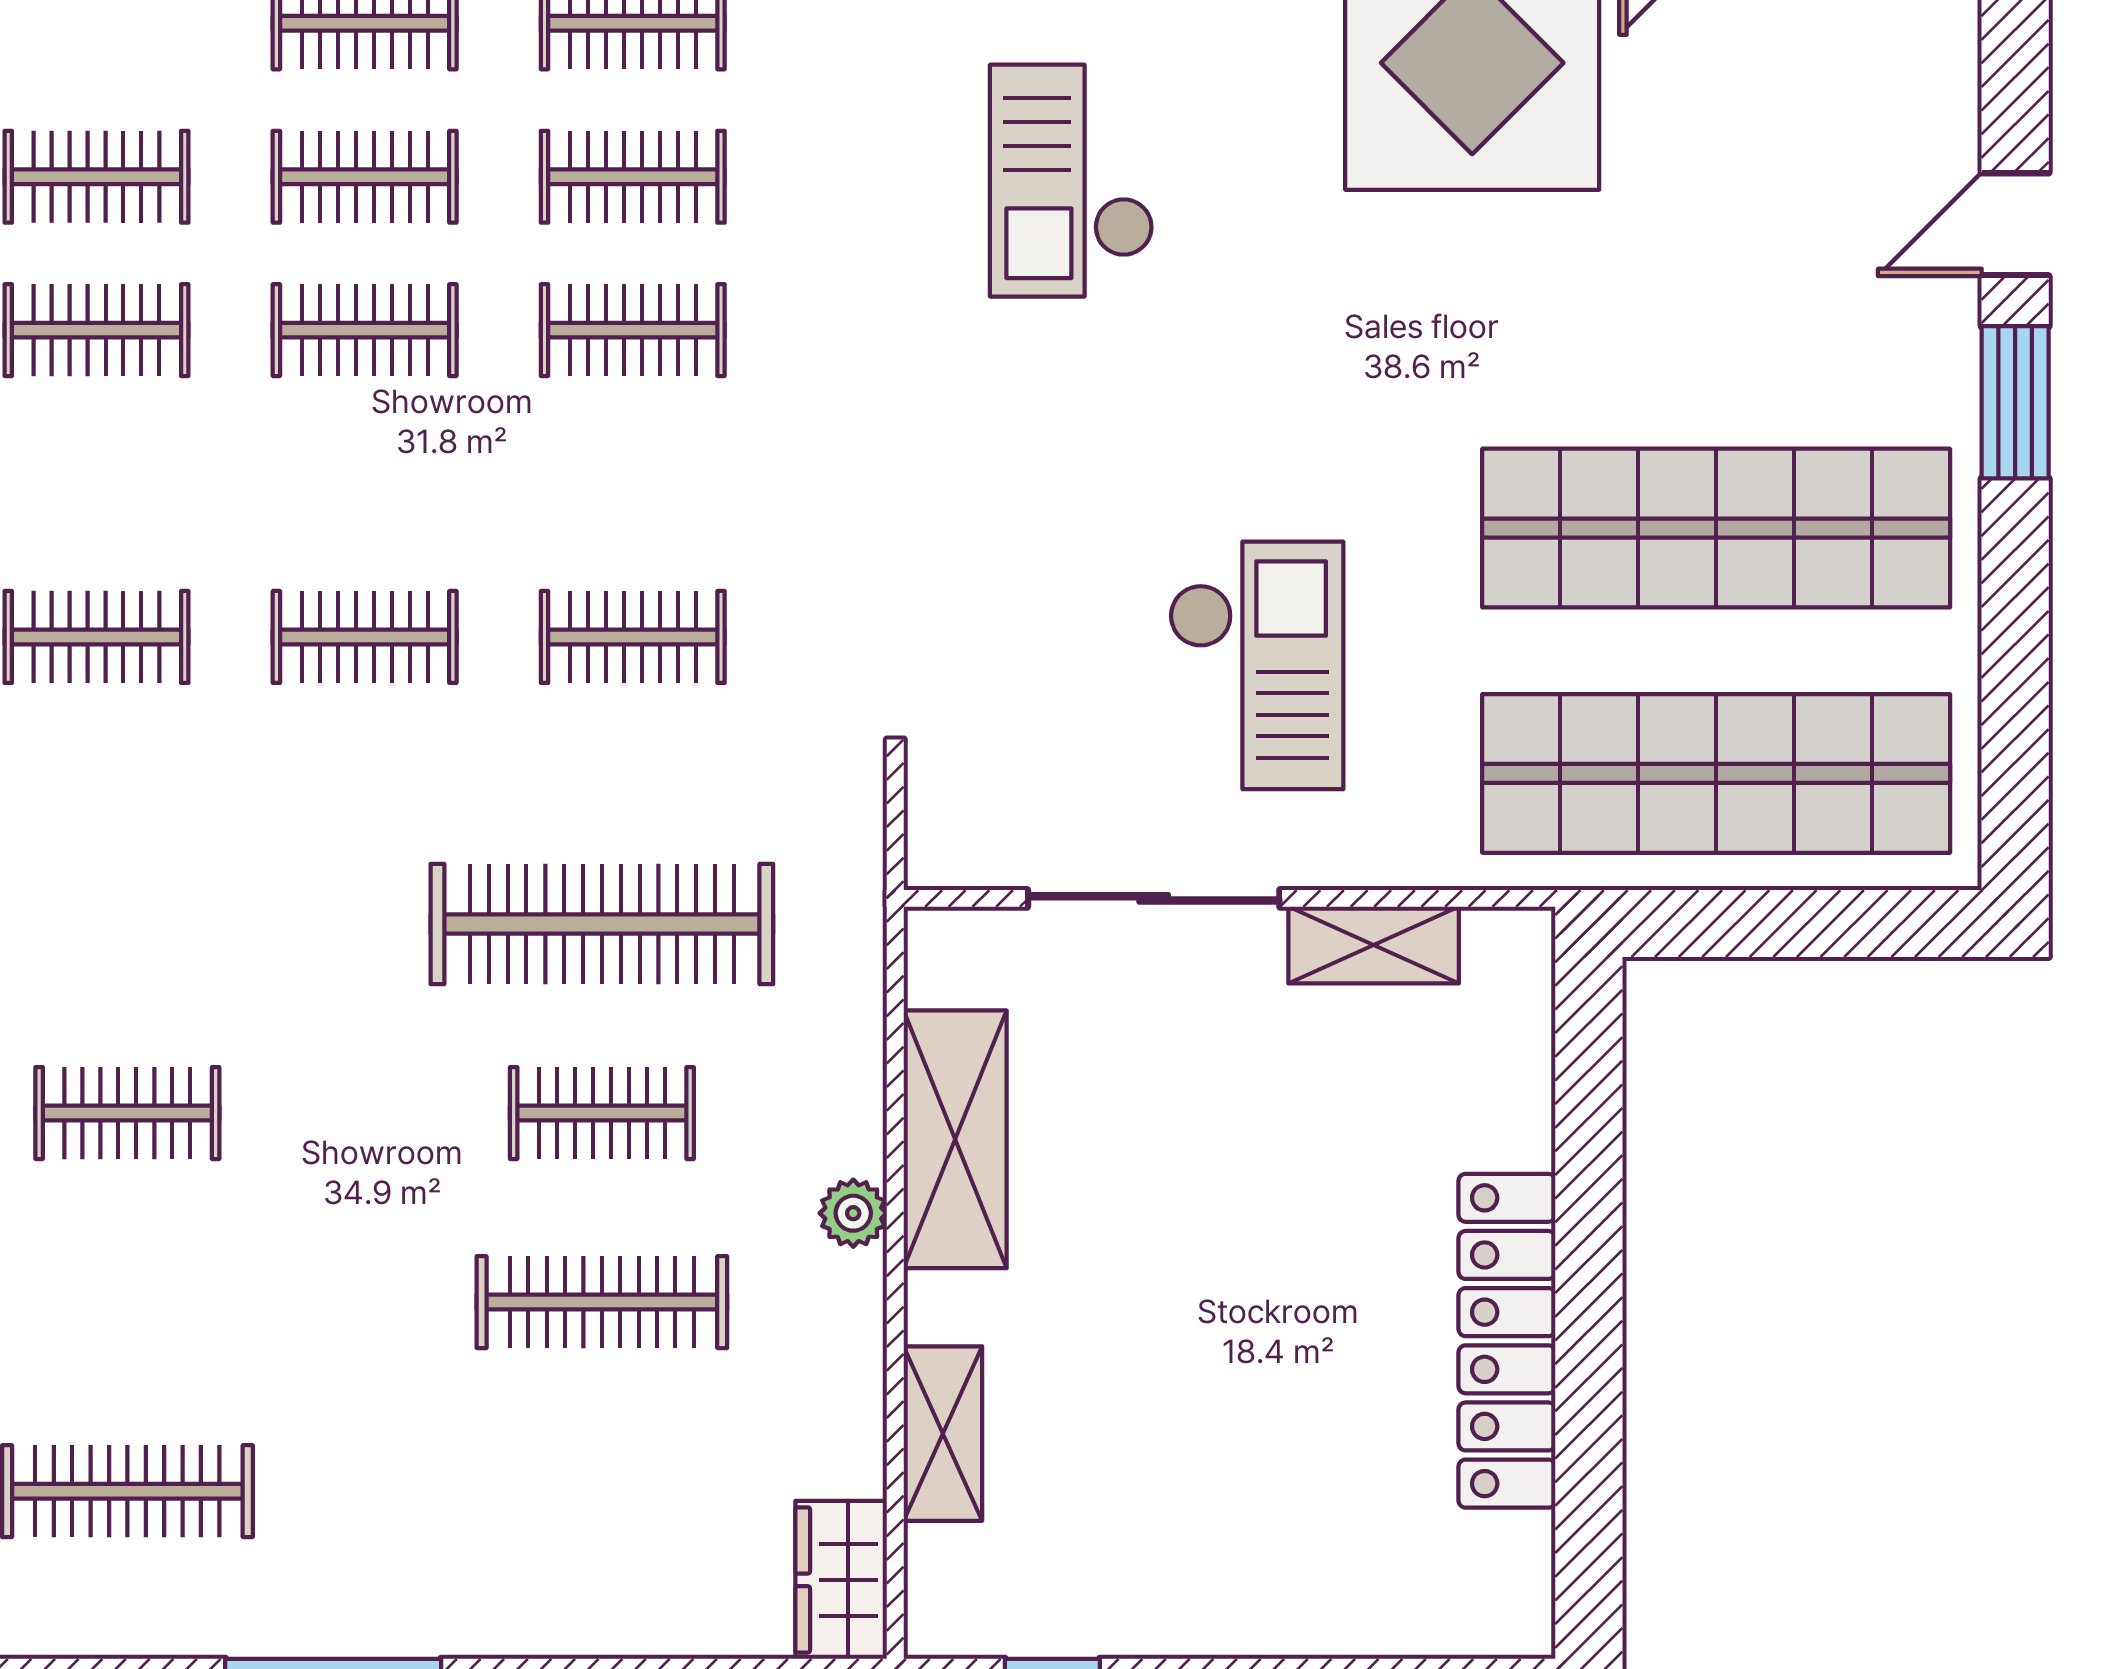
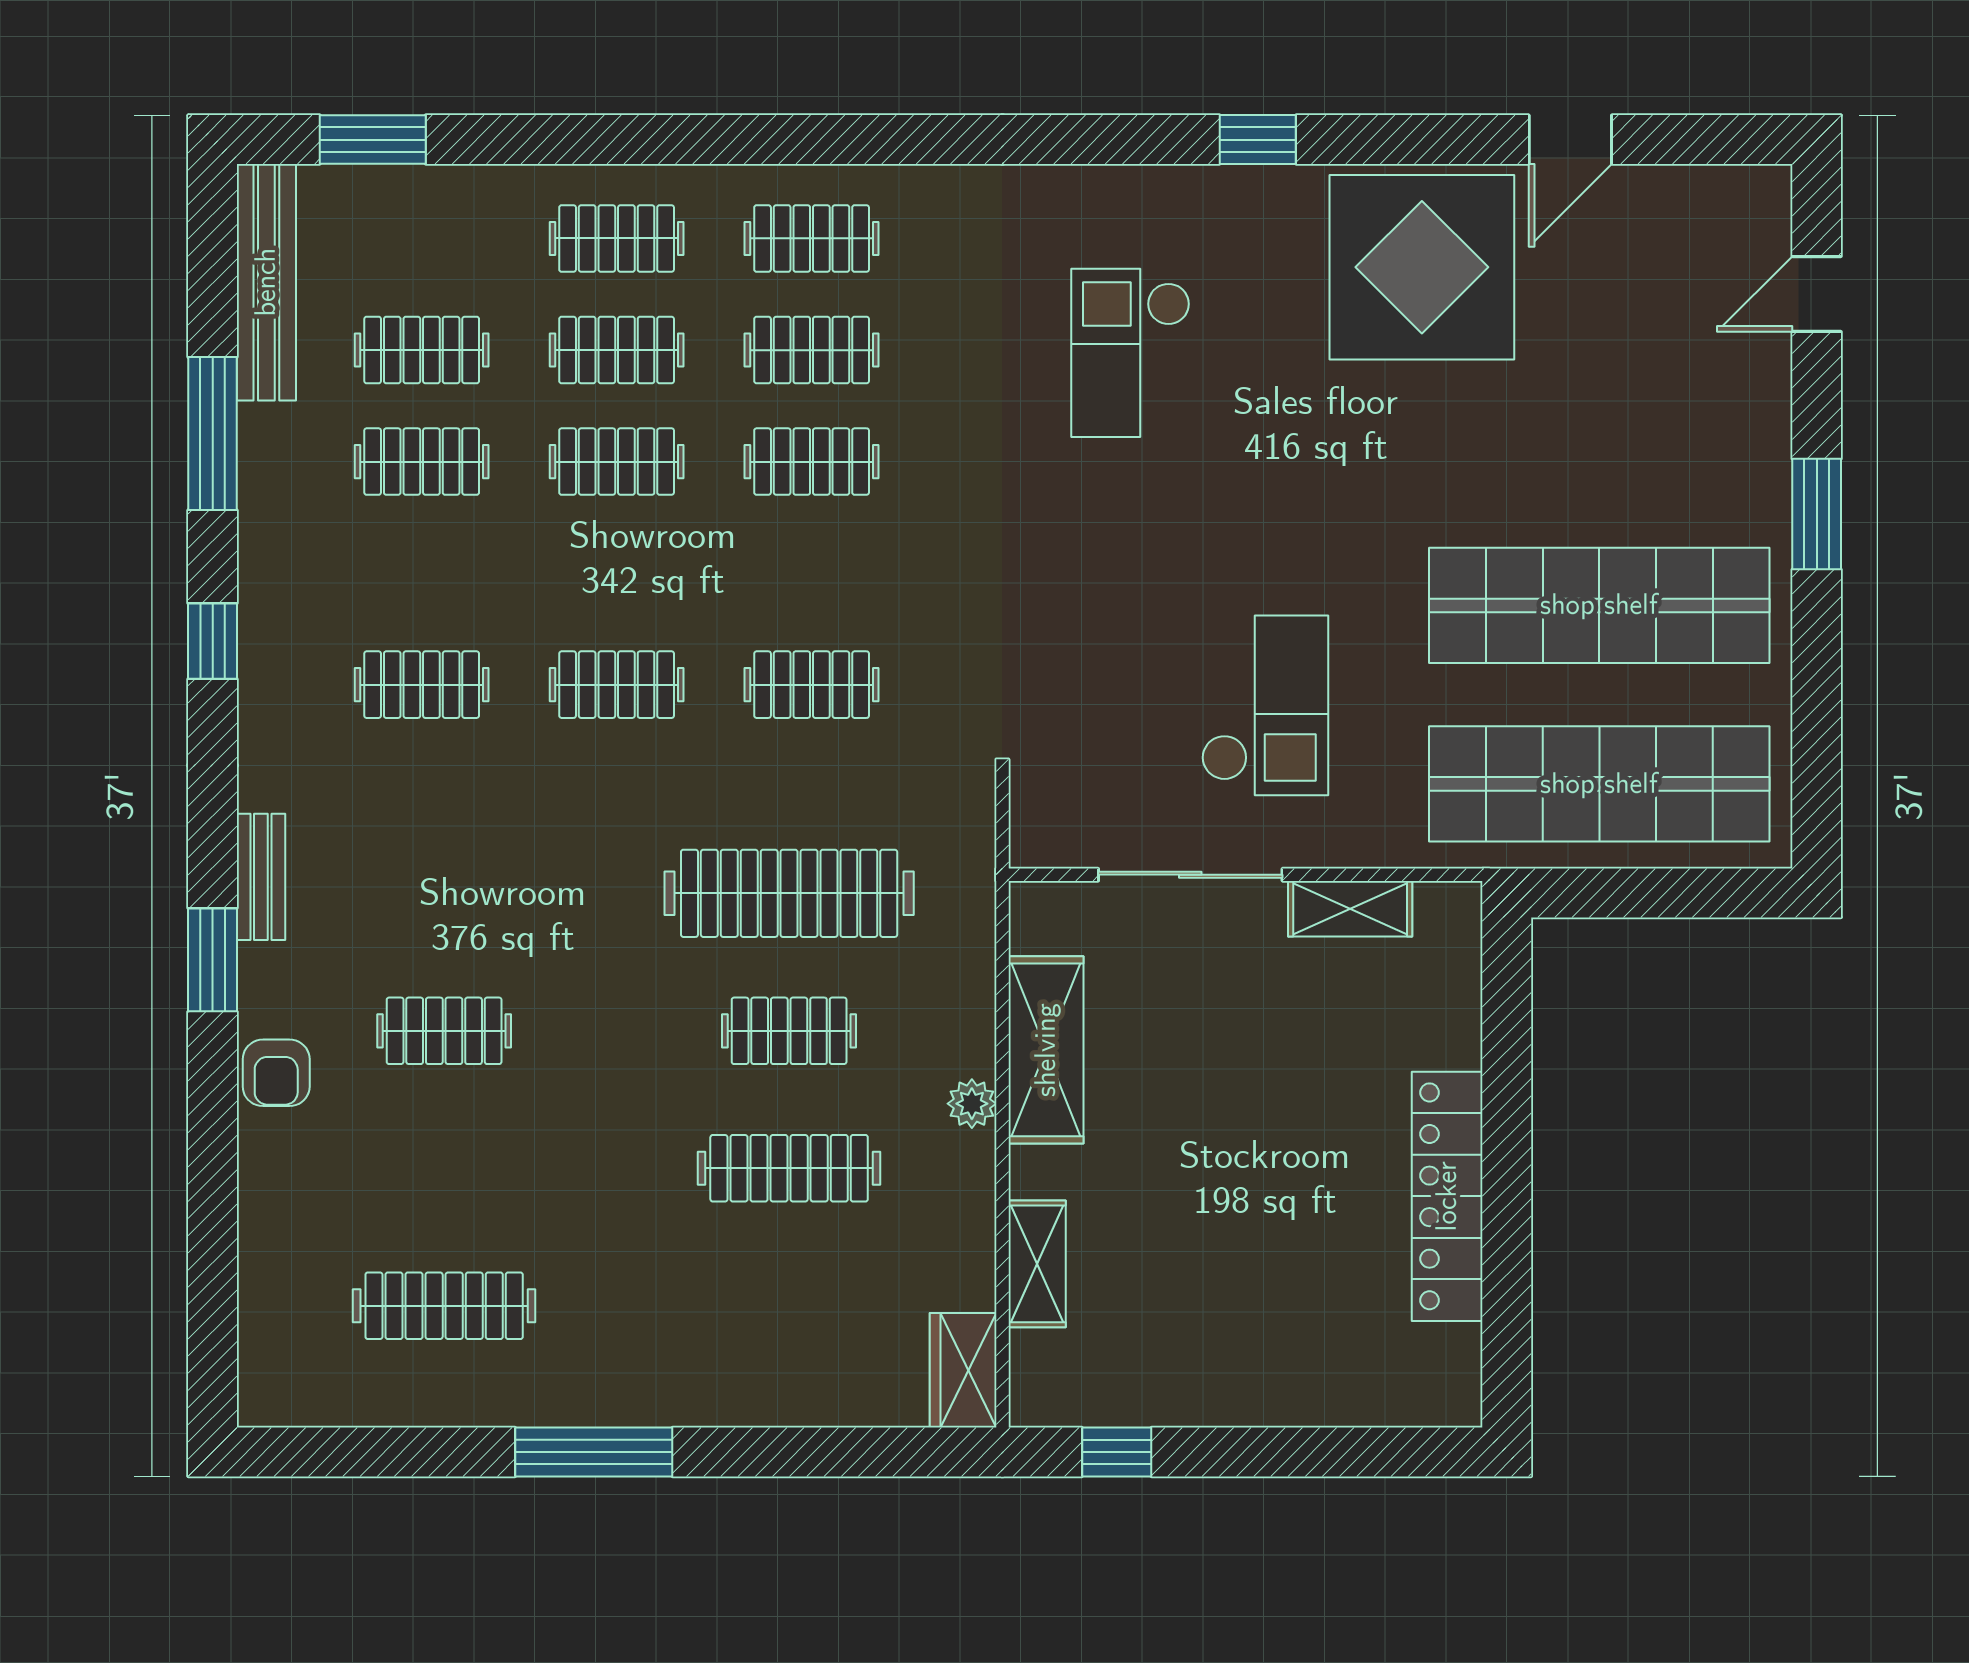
door: (2015, 224) -> (1817, 294), moved

